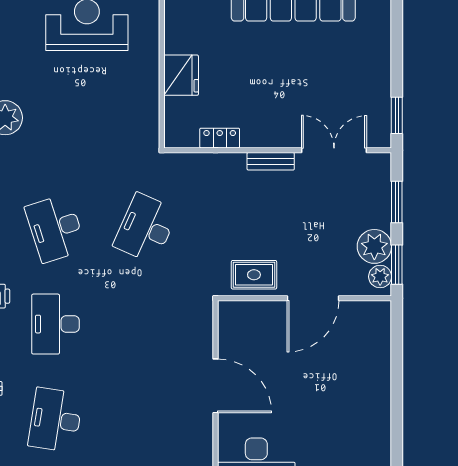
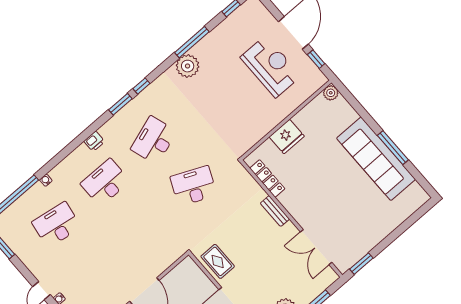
locker: (220, 138) -> (267, 178), width x1.53
double door: (334, 150) -> (316, 247), swing flipped
bench: (271, 161) -> (275, 211), moved

